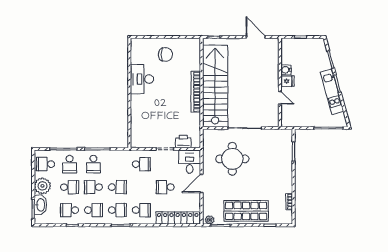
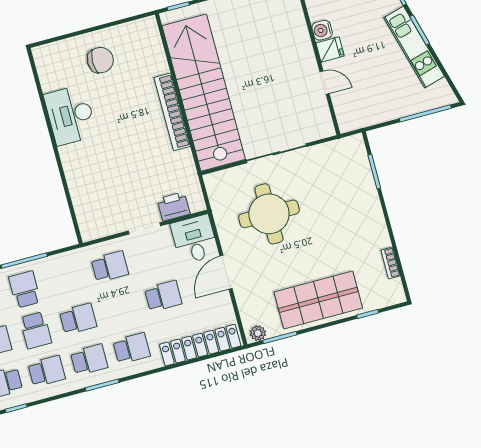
school desk: (93, 164) -> (25, 289), turned 180
school desk: (93, 187) -> (36, 330), turned -90
school desk: (165, 187) -> (163, 296), turned 180

